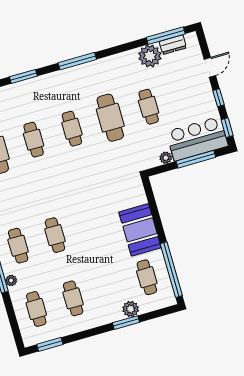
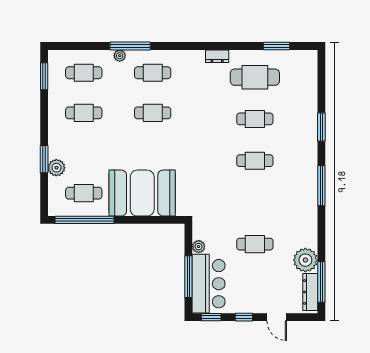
dresser: (173, 45) -> (310, 292), width x1.44
cafe table: (110, 118) -> (255, 202), removed
booth: (140, 230) -> (142, 193), width x1.36, depth x1.42

